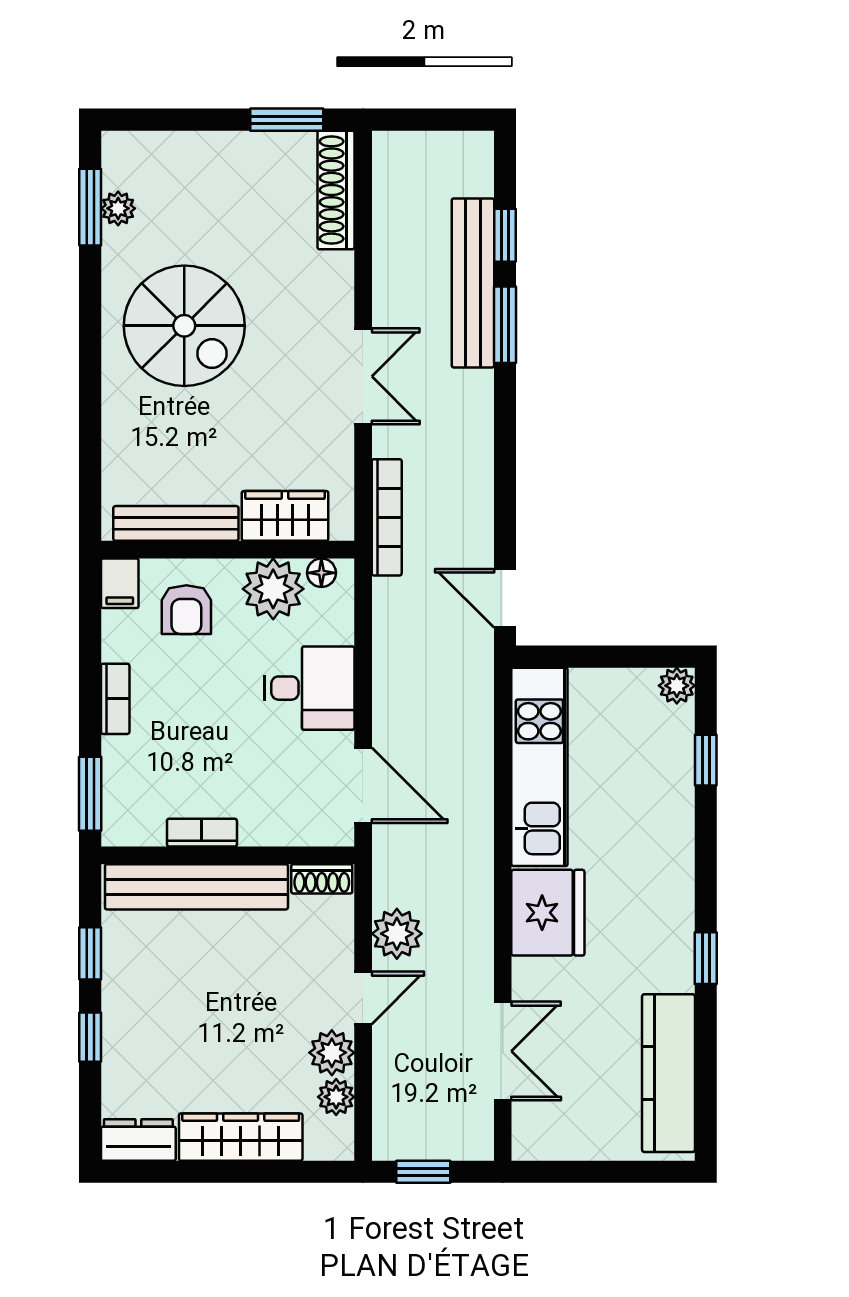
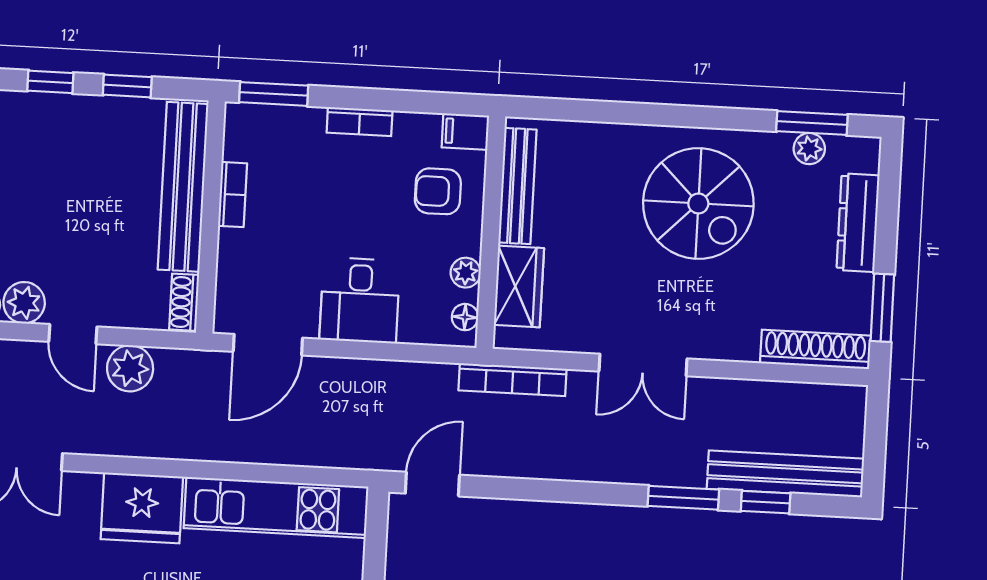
dresser: (196, 151) -> (858, 223), added
bench: (473, 283) -> (785, 474), moved
spiral stairs: (184, 326) -> (698, 203), turned -90
plant: (273, 589) -> (466, 273), width x0.53, depth x0.53

